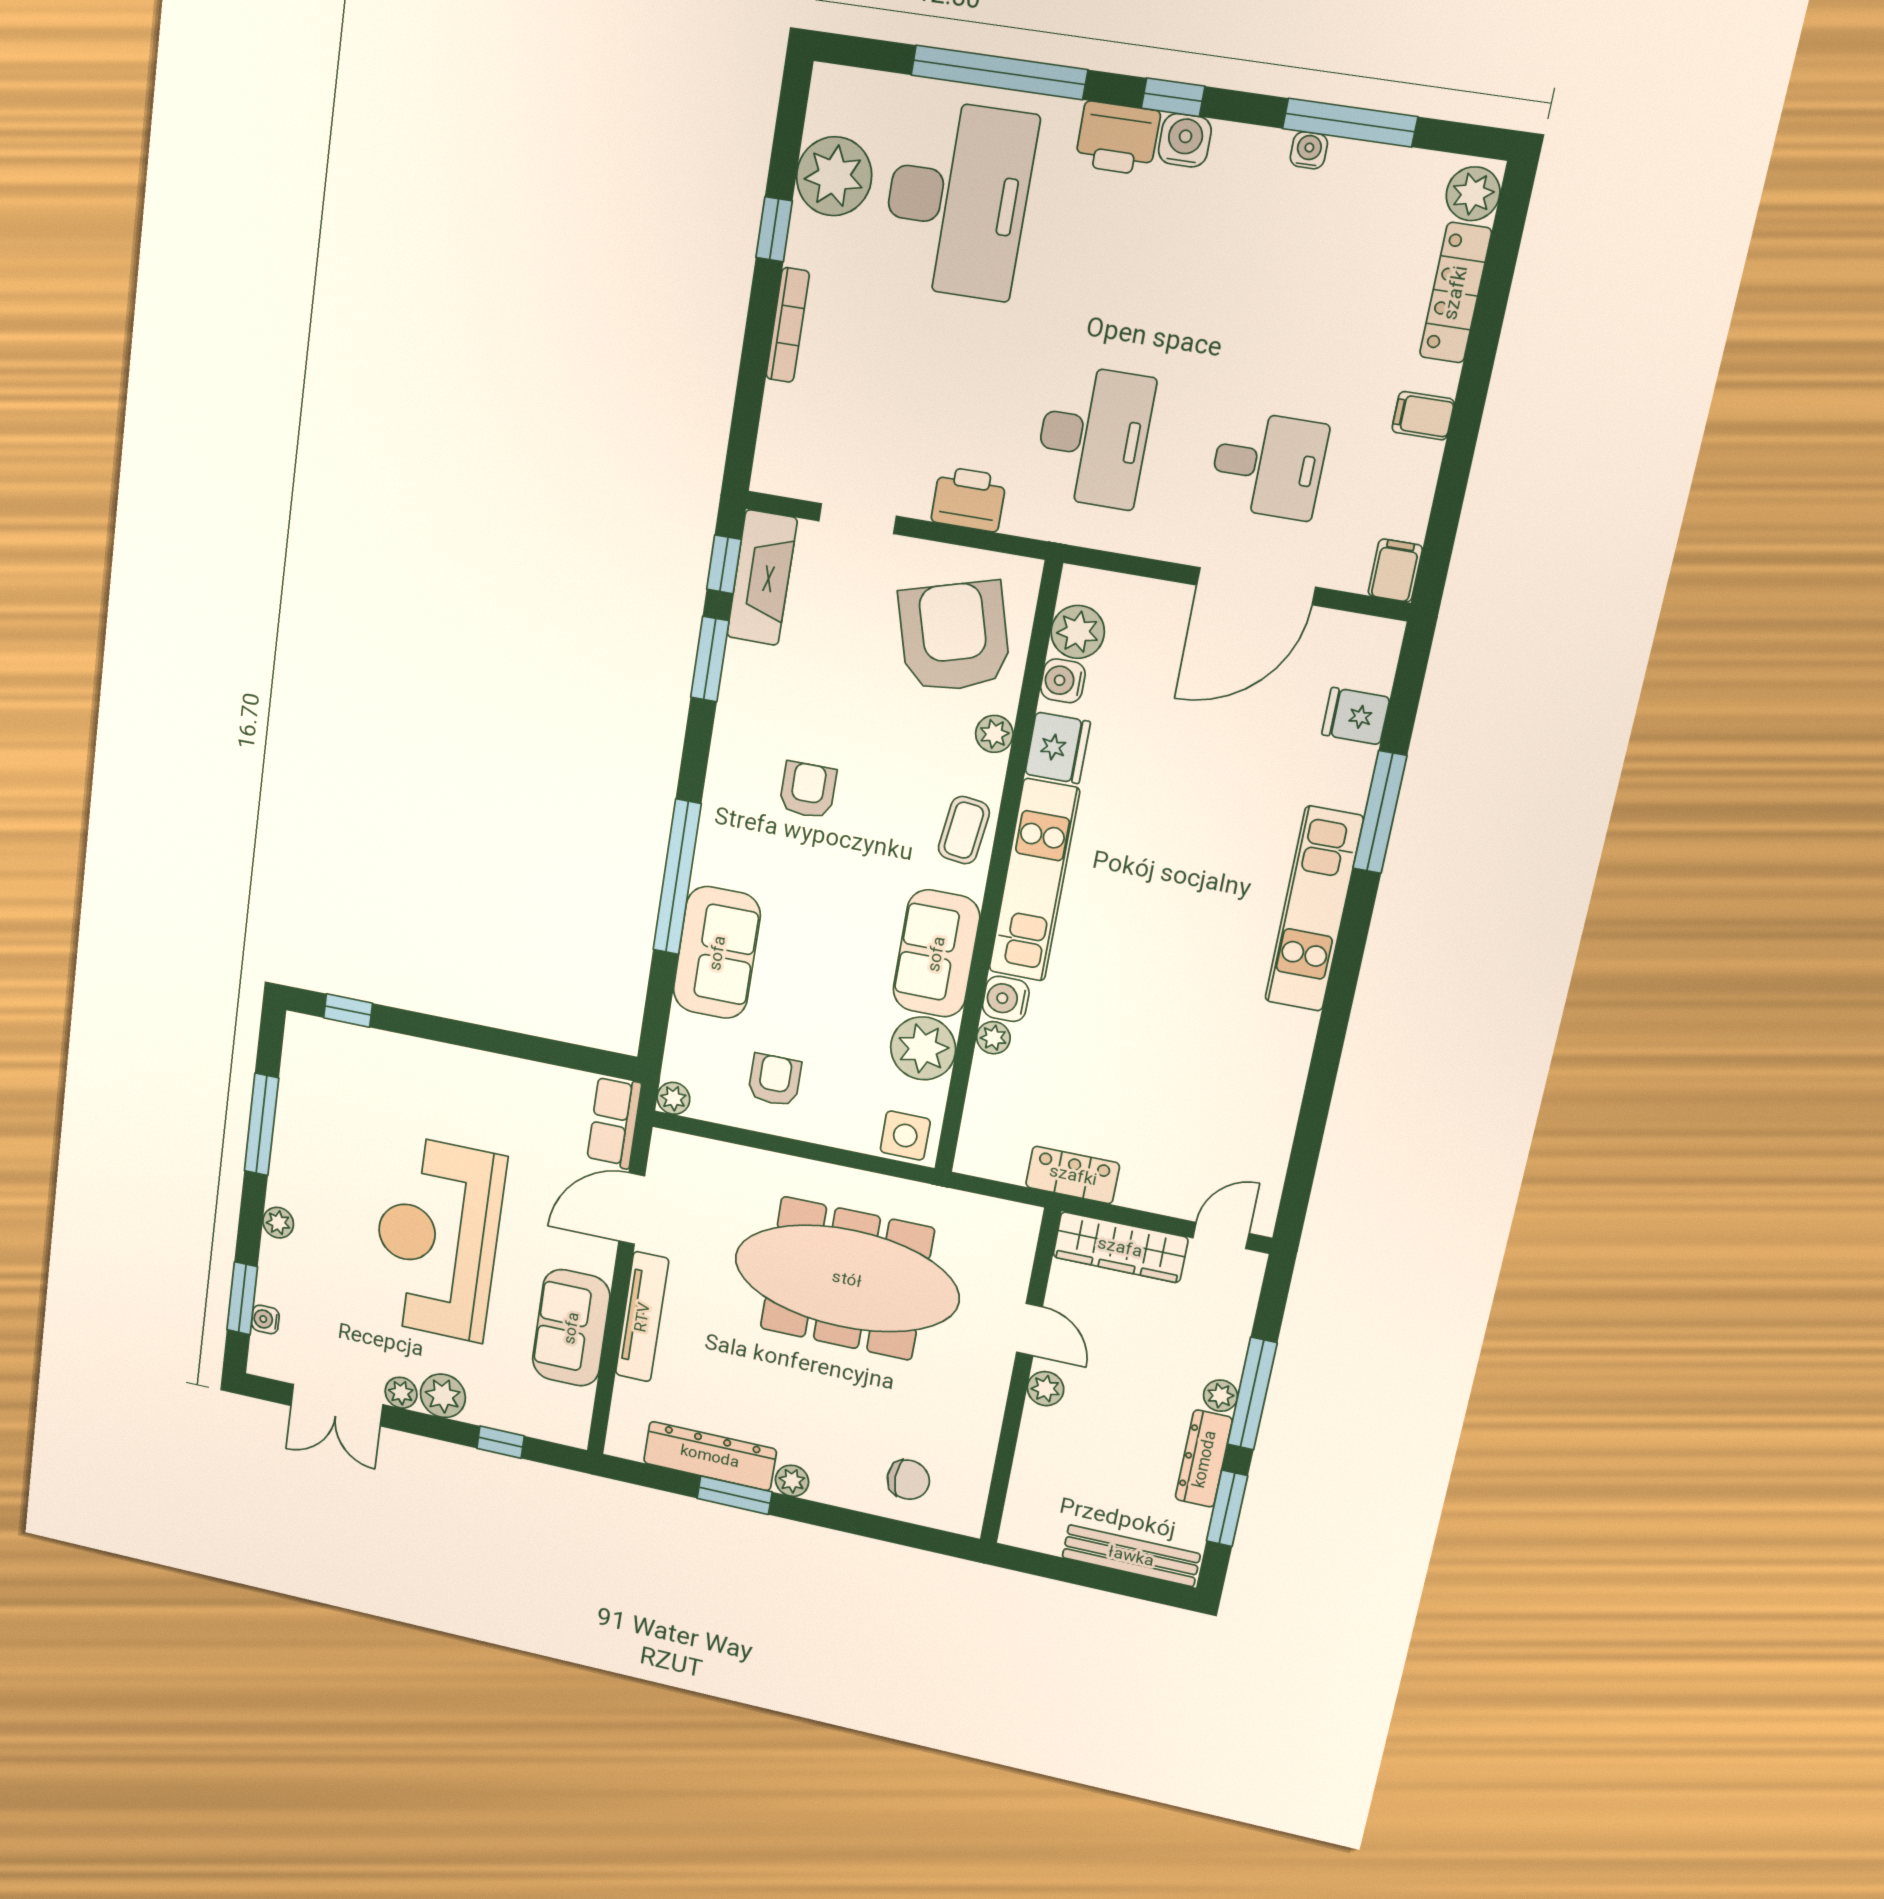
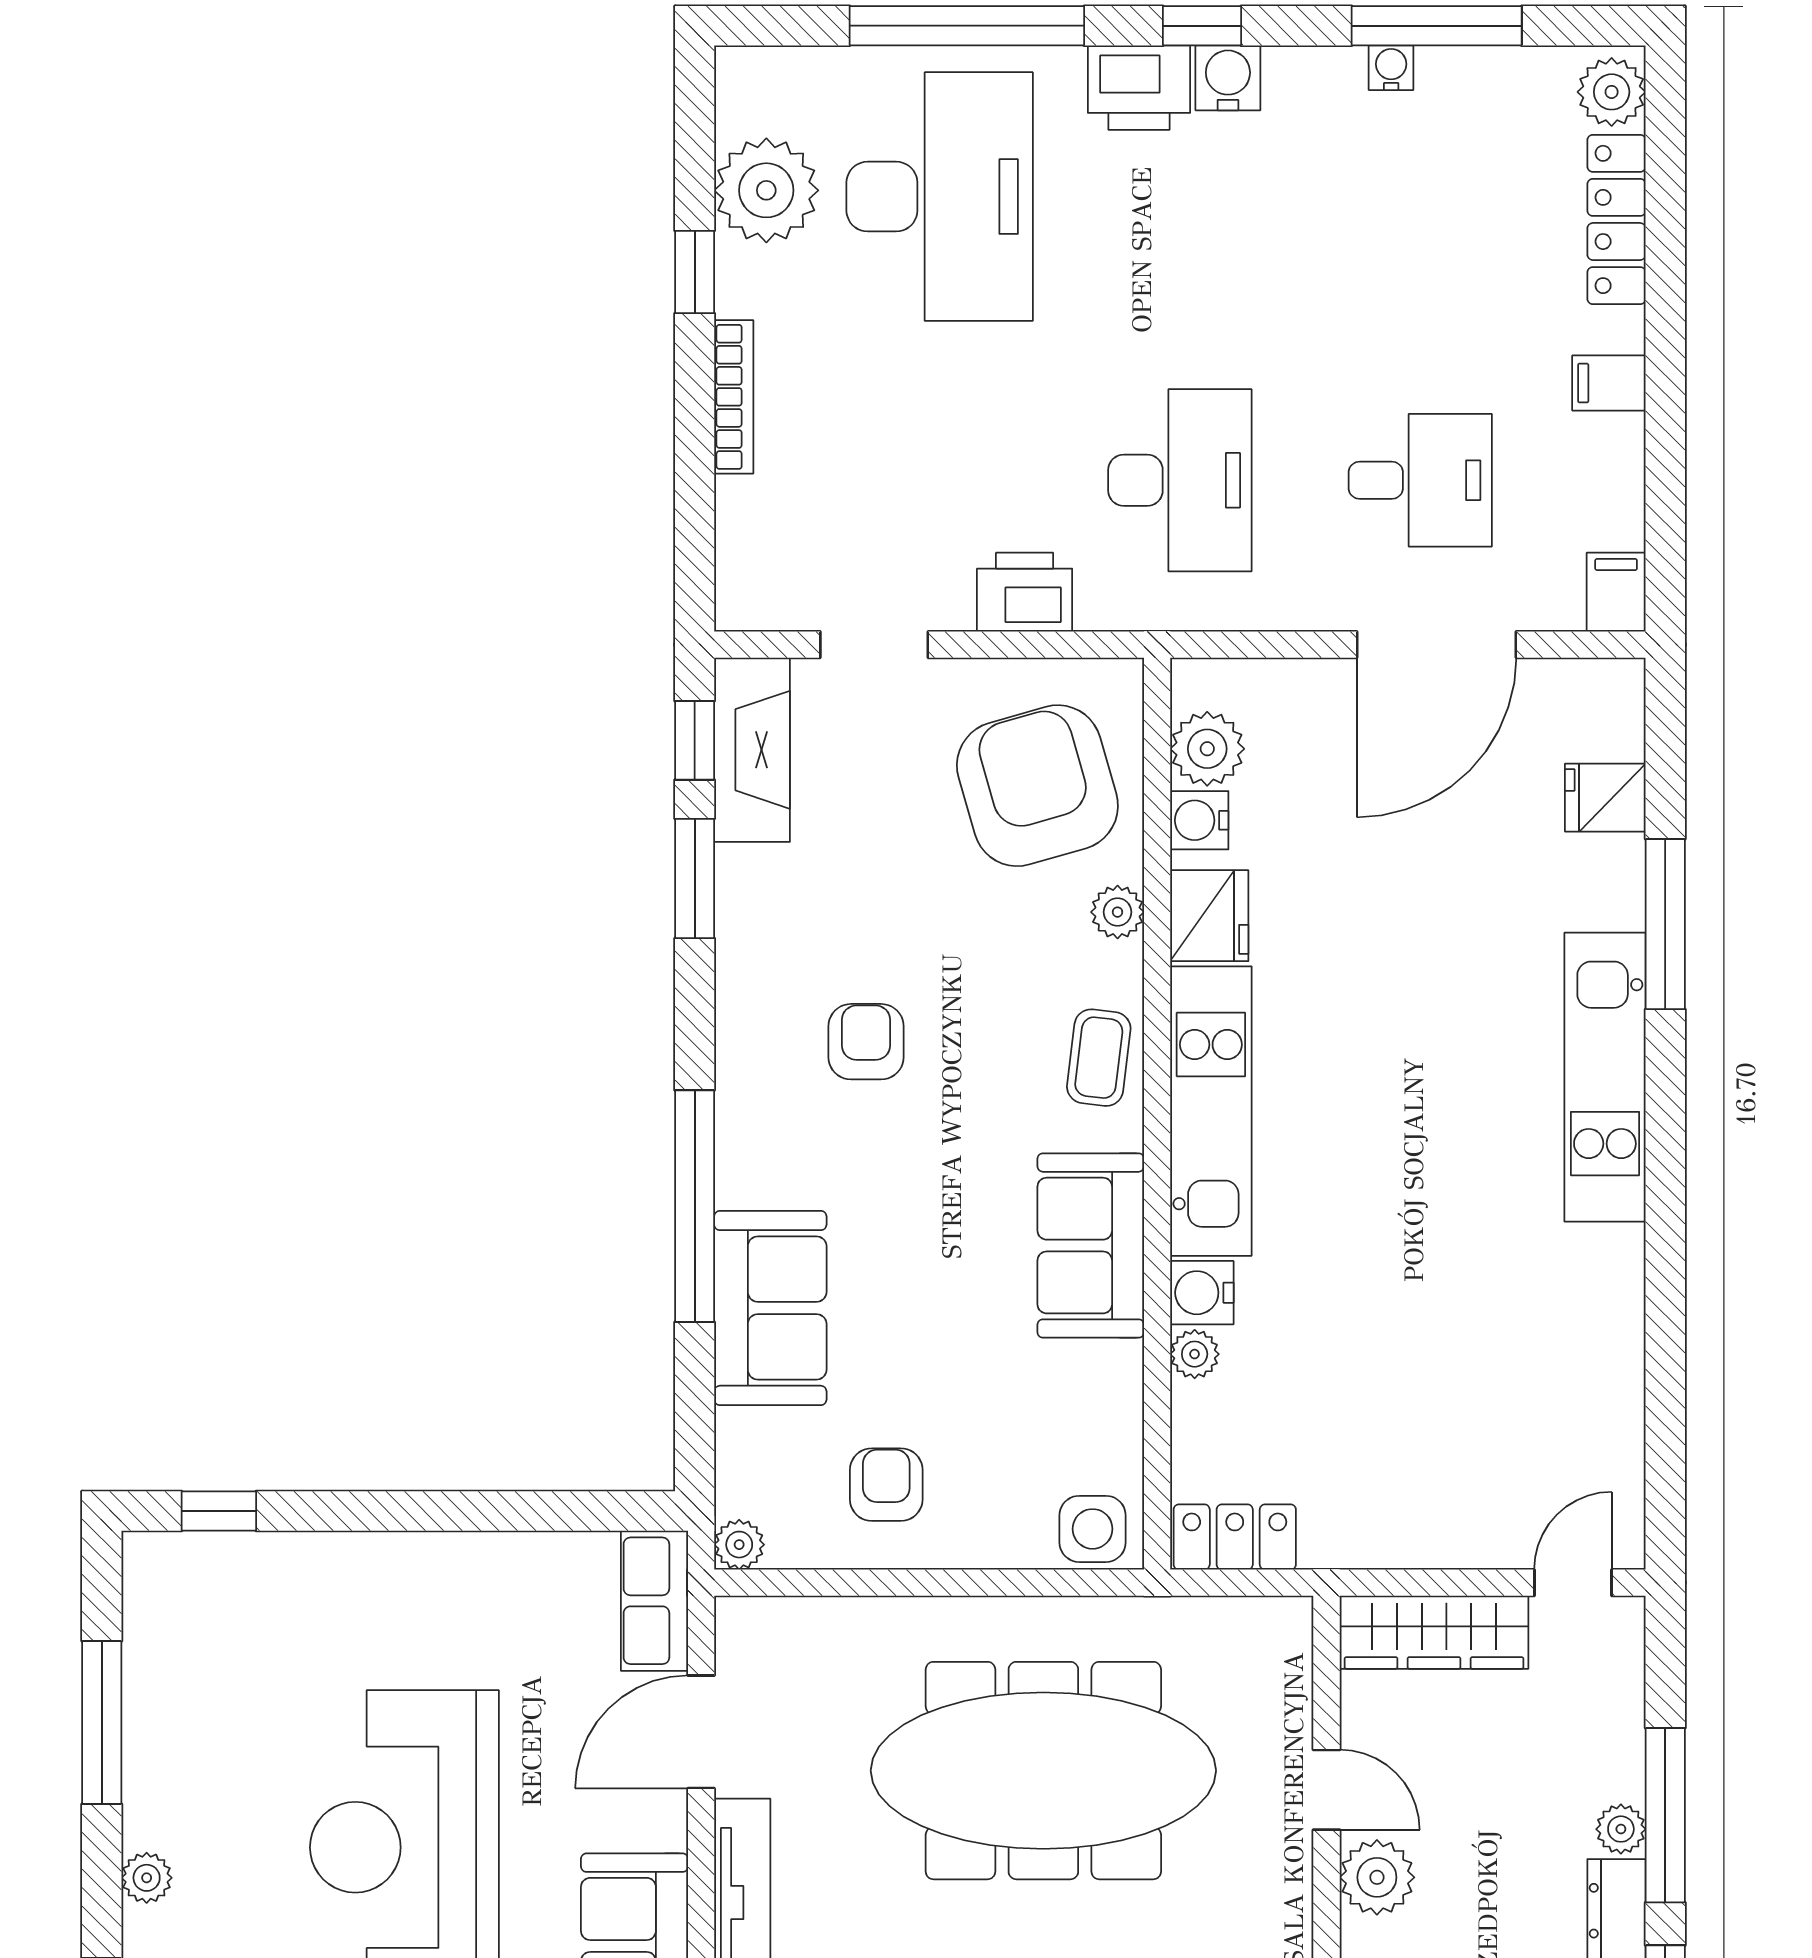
plant: (923, 1048) -> (1096, 1391), removed
locker: (1073, 1175) -> (1235, 1537), moved
plant: (1046, 1389) -> (1377, 1877), width x1.38, depth x1.38

